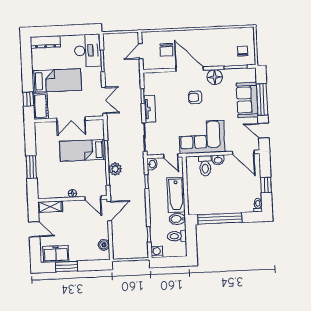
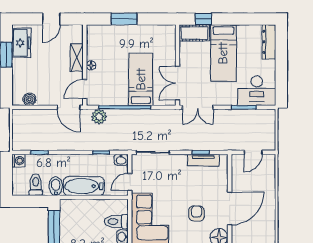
chair: (166, 50) -> (253, 183), removed
door: (141, 51) -> (253, 152), swing flipped
tv unit: (150, 109) -> (203, 160), moved
double door: (71, 119) -> (178, 83), moved
plant: (115, 169) -> (99, 117), moved
shelving: (50, 207) -> (77, 58), moved

